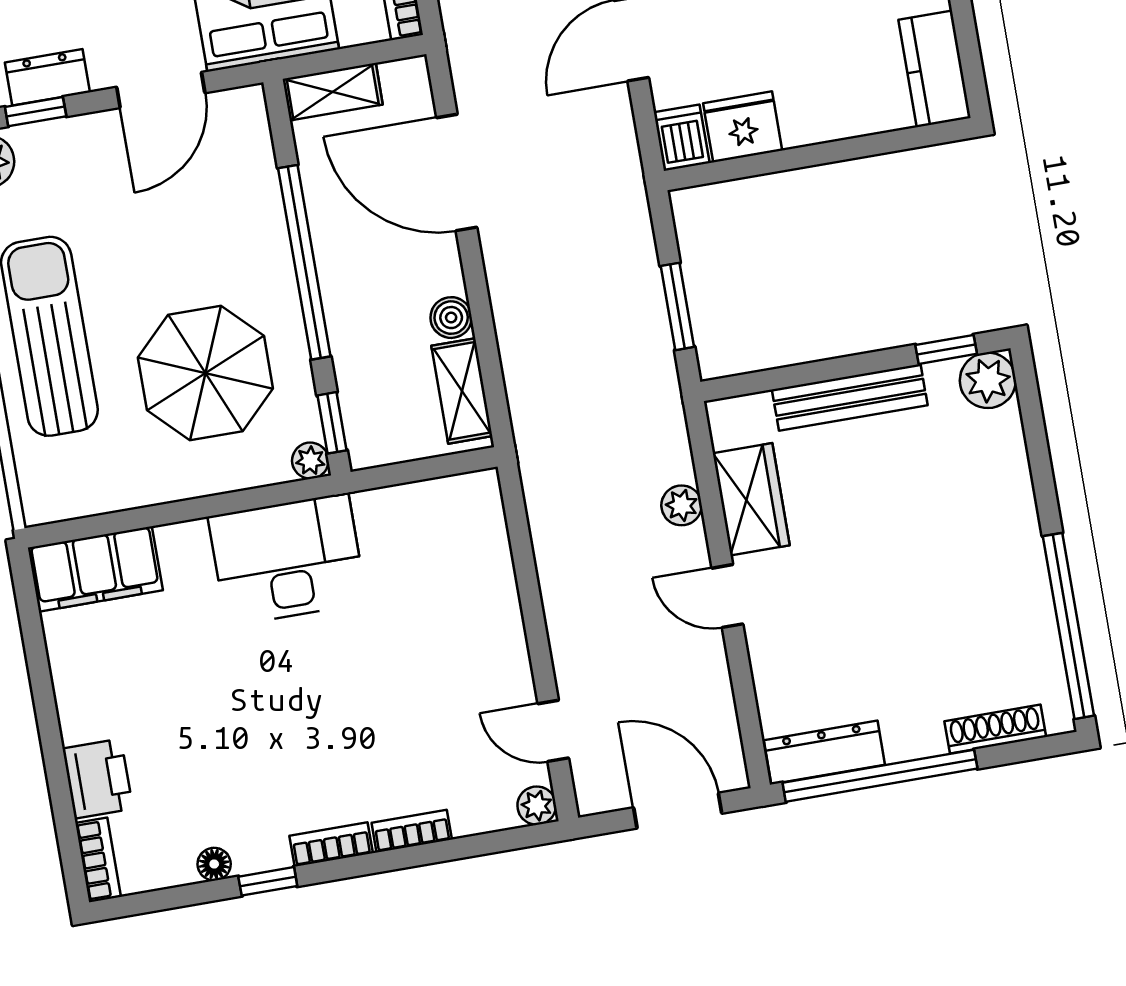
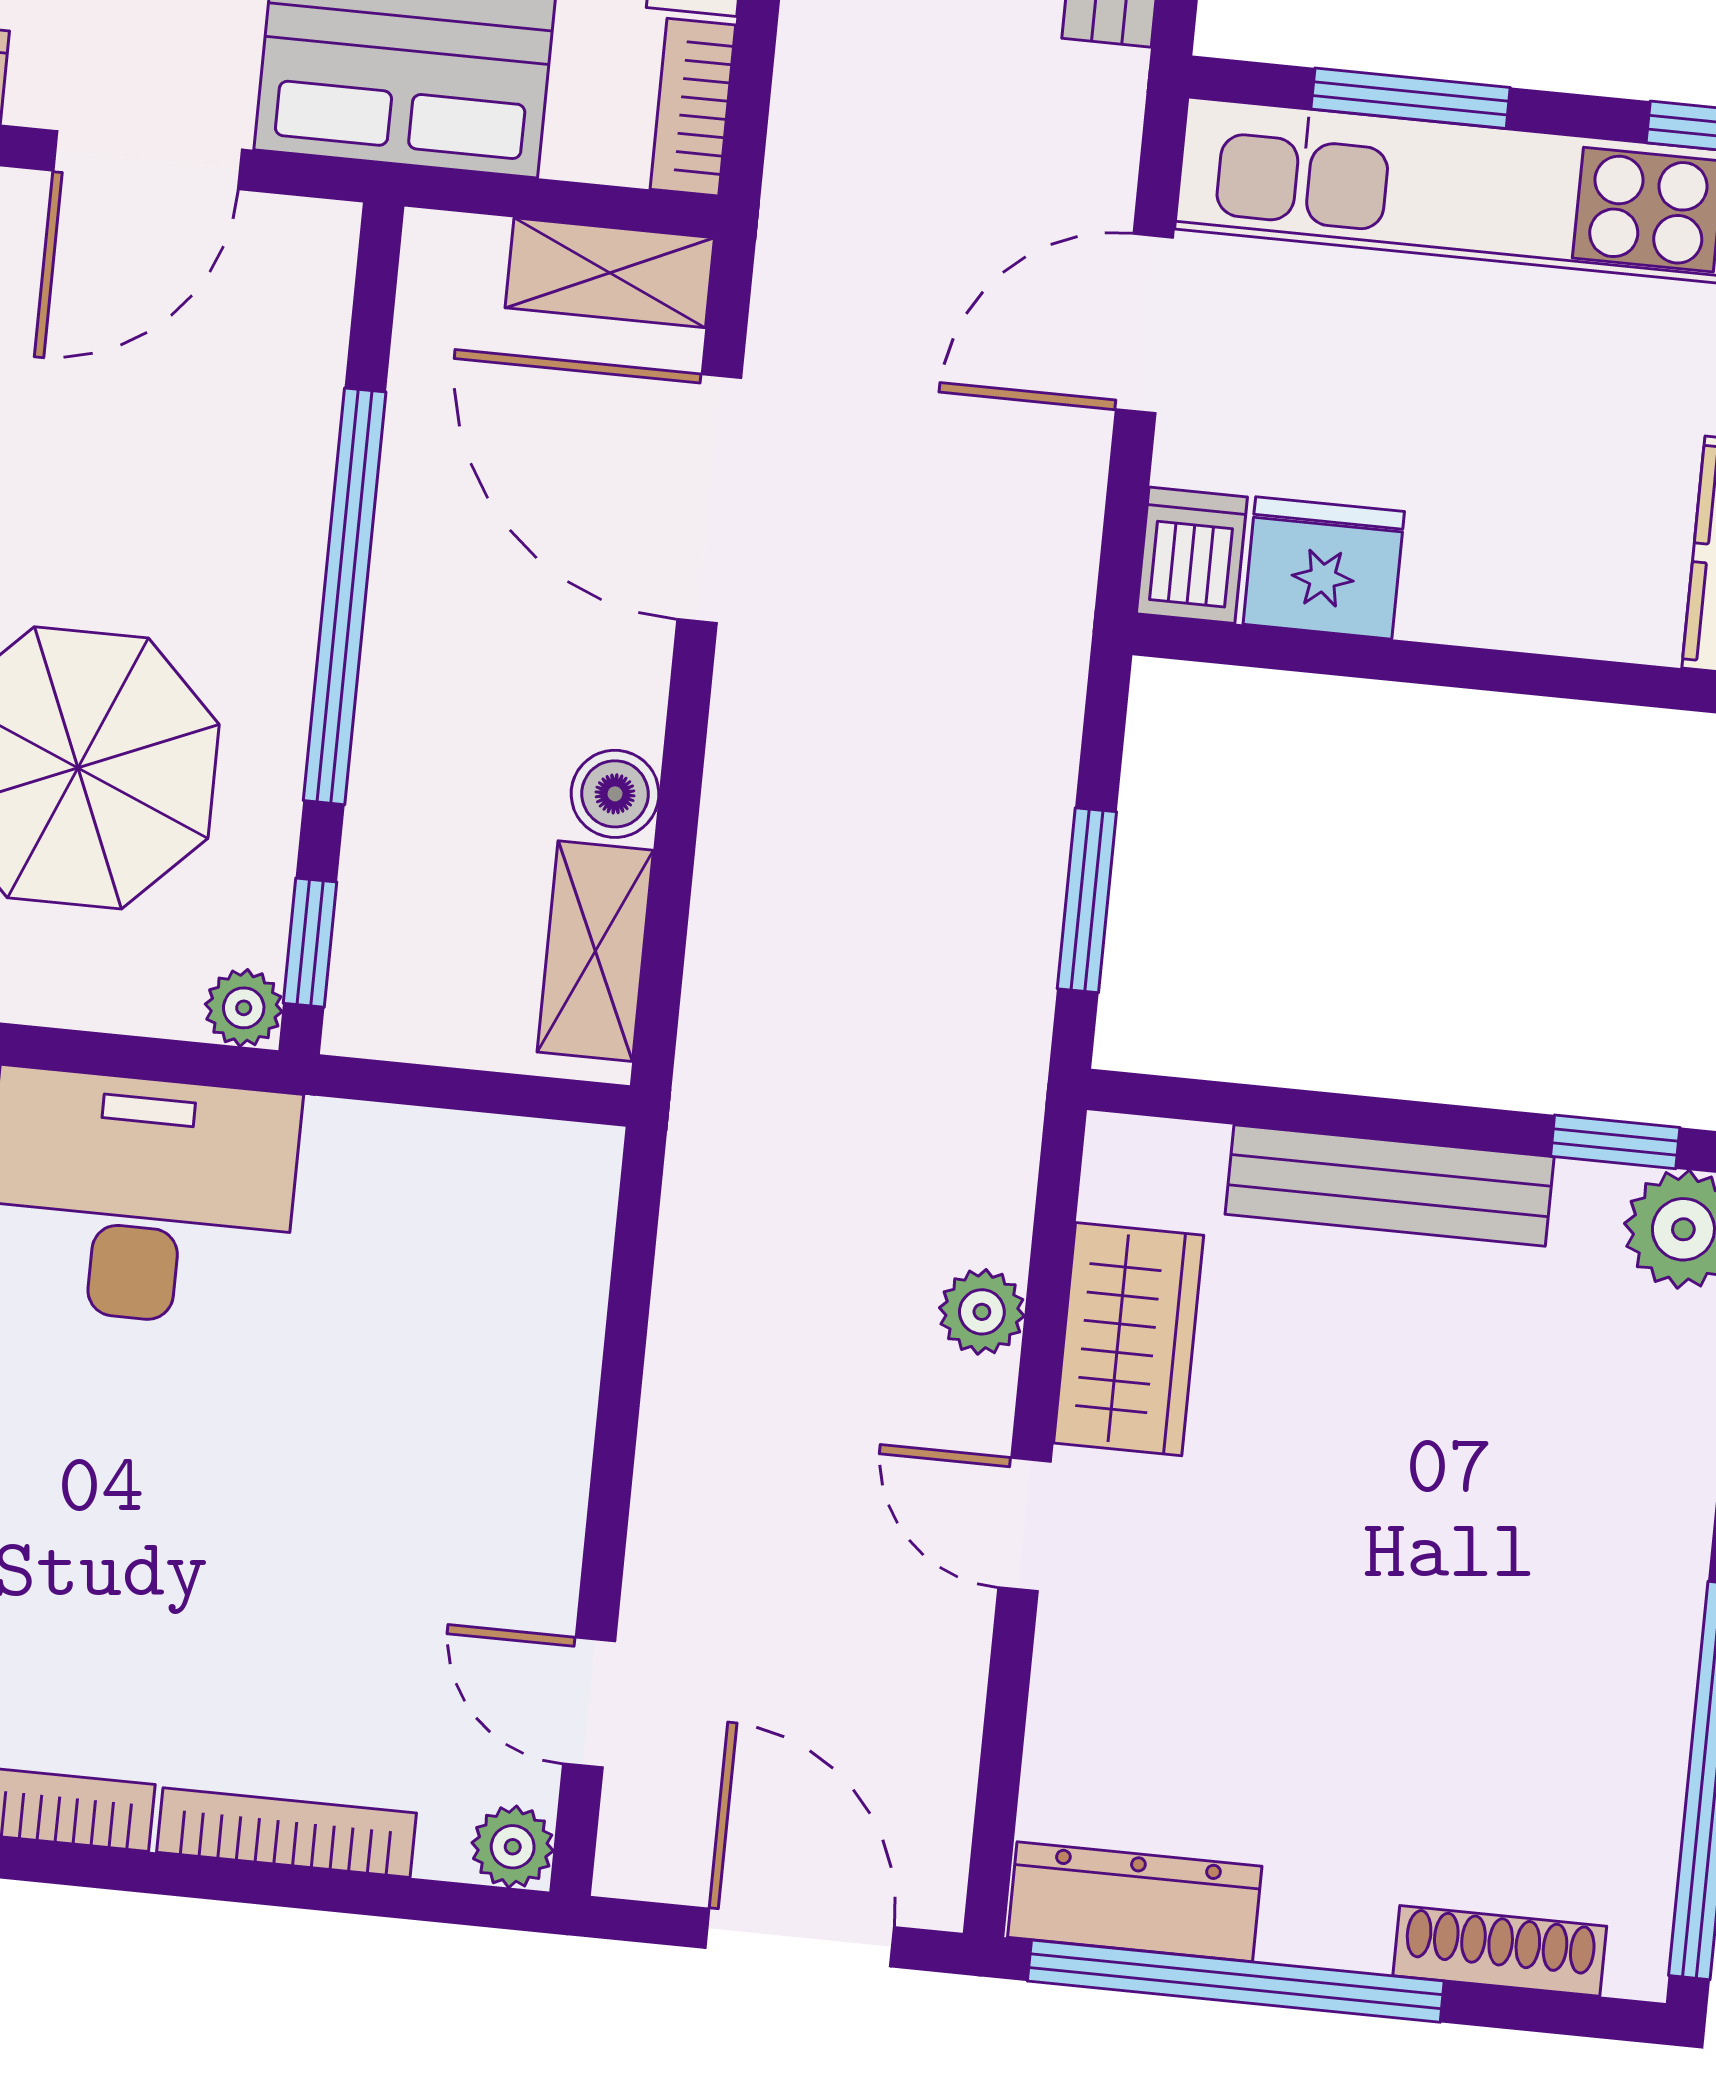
shelving: (333, 92) -> (610, 273), moved
bookcase: (412, 831) -> (286, 1833), width x1.56

